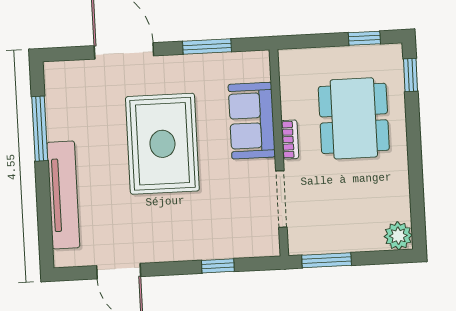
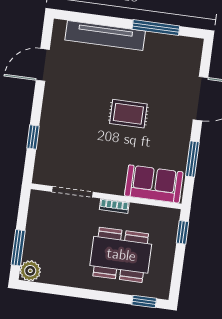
window: (364, 38) -> (182, 232), moved
sofa: (252, 121) -> (154, 184), moved
rug: (162, 144) -> (128, 114), width x0.54, depth x0.49
window: (327, 260) -> (18, 248), moved

